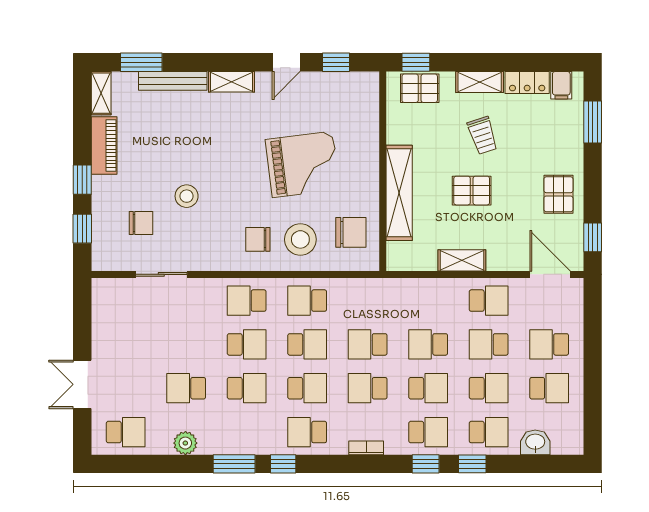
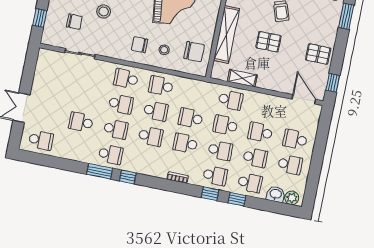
pallet: (558, 194) -> (318, 54), turned 90
stool: (300, 239) -> (164, 50), width x0.53, depth x0.53
shelving: (462, 260) -> (242, 78), moved
school desk: (489, 301) -> (231, 100), moved
school desk: (307, 432) -> (111, 154), moved, turned 180
plant: (185, 443) -> (292, 198), moved

